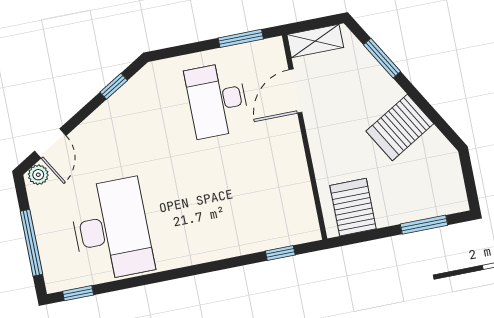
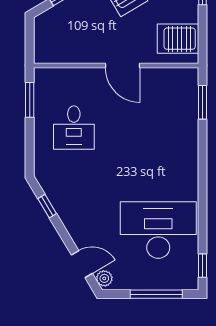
shelving: (315, 41) -> (43, 42), removed
door: (295, 91) -> (123, 65), moved
desk: (217, 100) -> (74, 128), width x0.73
window: (280, 253) -> (202, 102), width x1.50

